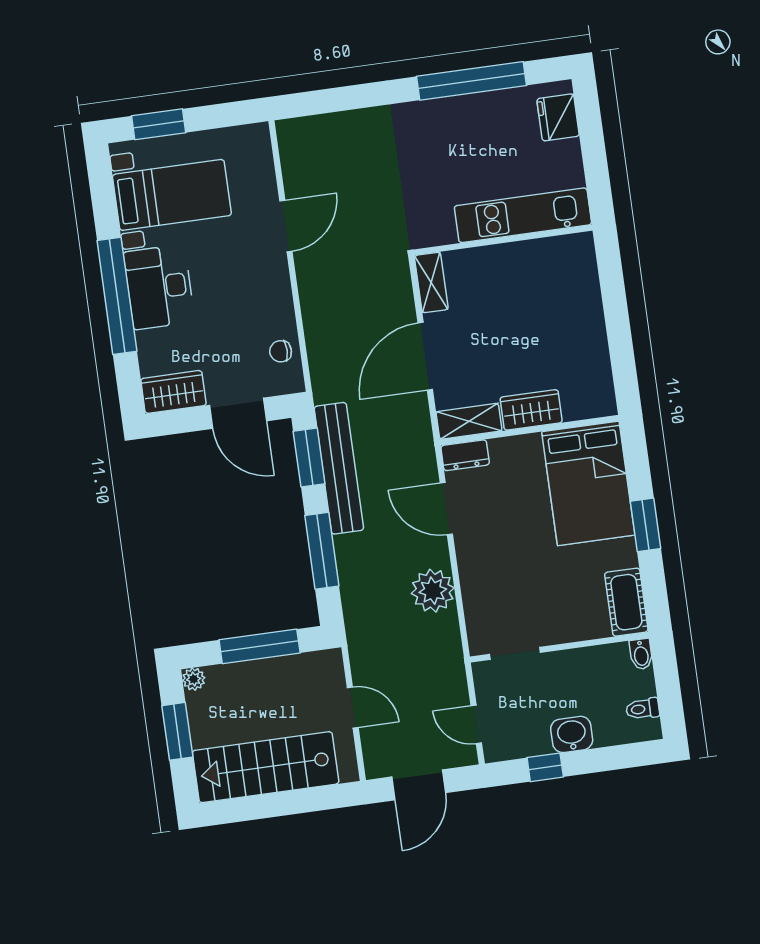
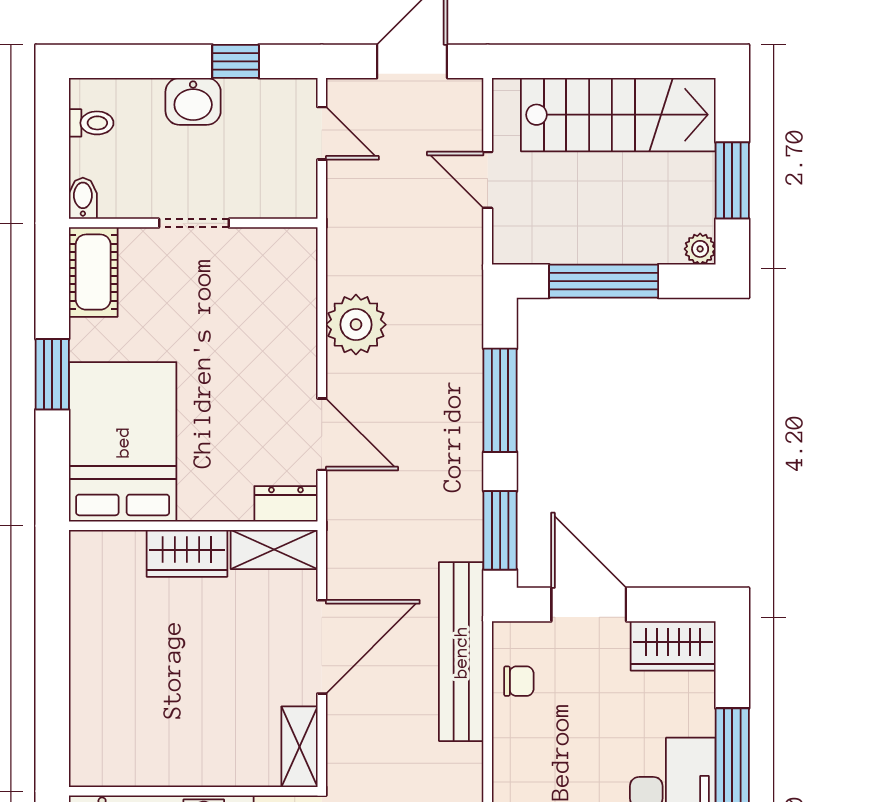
bench: (339, 468) -> (461, 652), moved
doorway: (515, 653) -> (194, 223), moved

